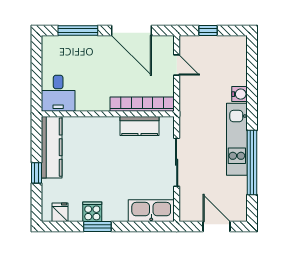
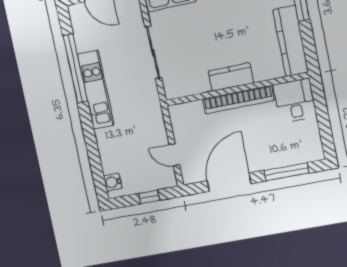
door: (132, 30) -> (229, 182), hinge flipped
water cooler: (239, 94) -> (113, 182), moved
bookcase: (142, 104) -> (238, 100), moved
kitchen counter: (140, 126) -> (231, 77), moved

